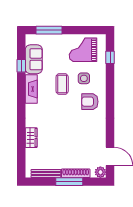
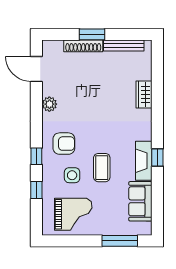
window: (110, 57) -> (36, 190), moved
window: (21, 66) -> (157, 157), moved
window: (110, 92) -> (36, 156), added
plant: (100, 172) -> (49, 104), moved
window: (69, 182) -> (92, 34), width x0.69

